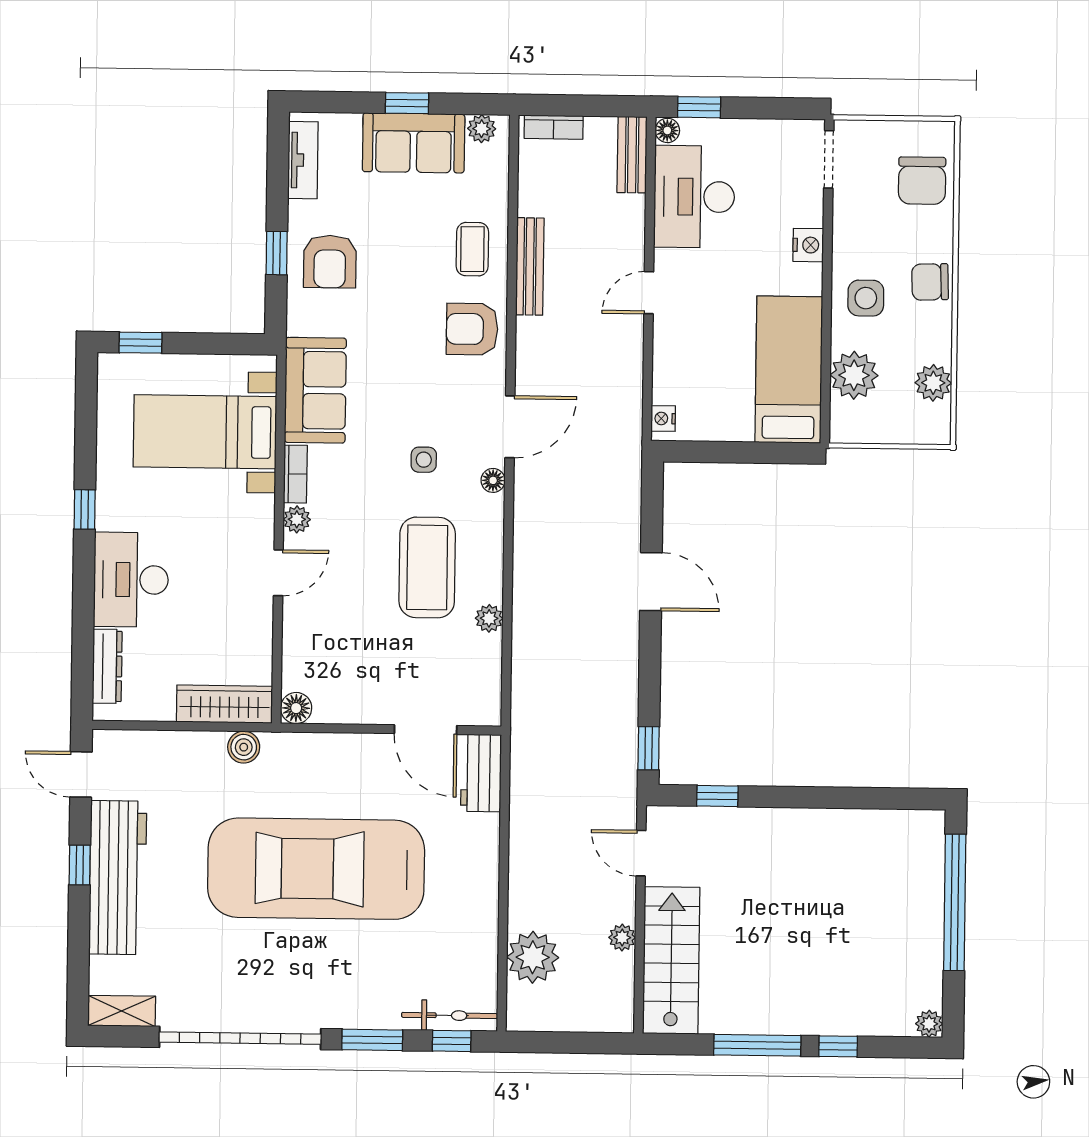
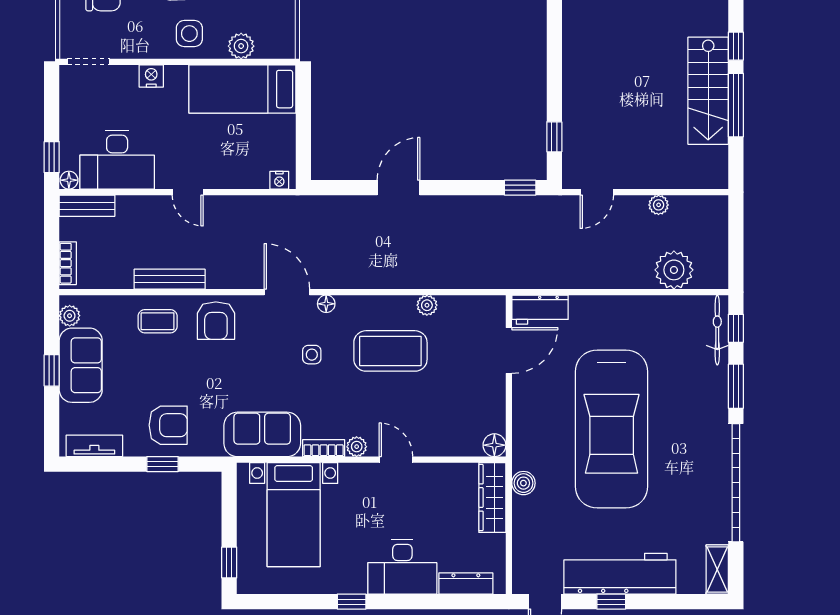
plant: (854, 375) -> (241, 46), width x0.73, depth x0.73
stairs: (671, 960) -> (708, 91), moved, turned -90

